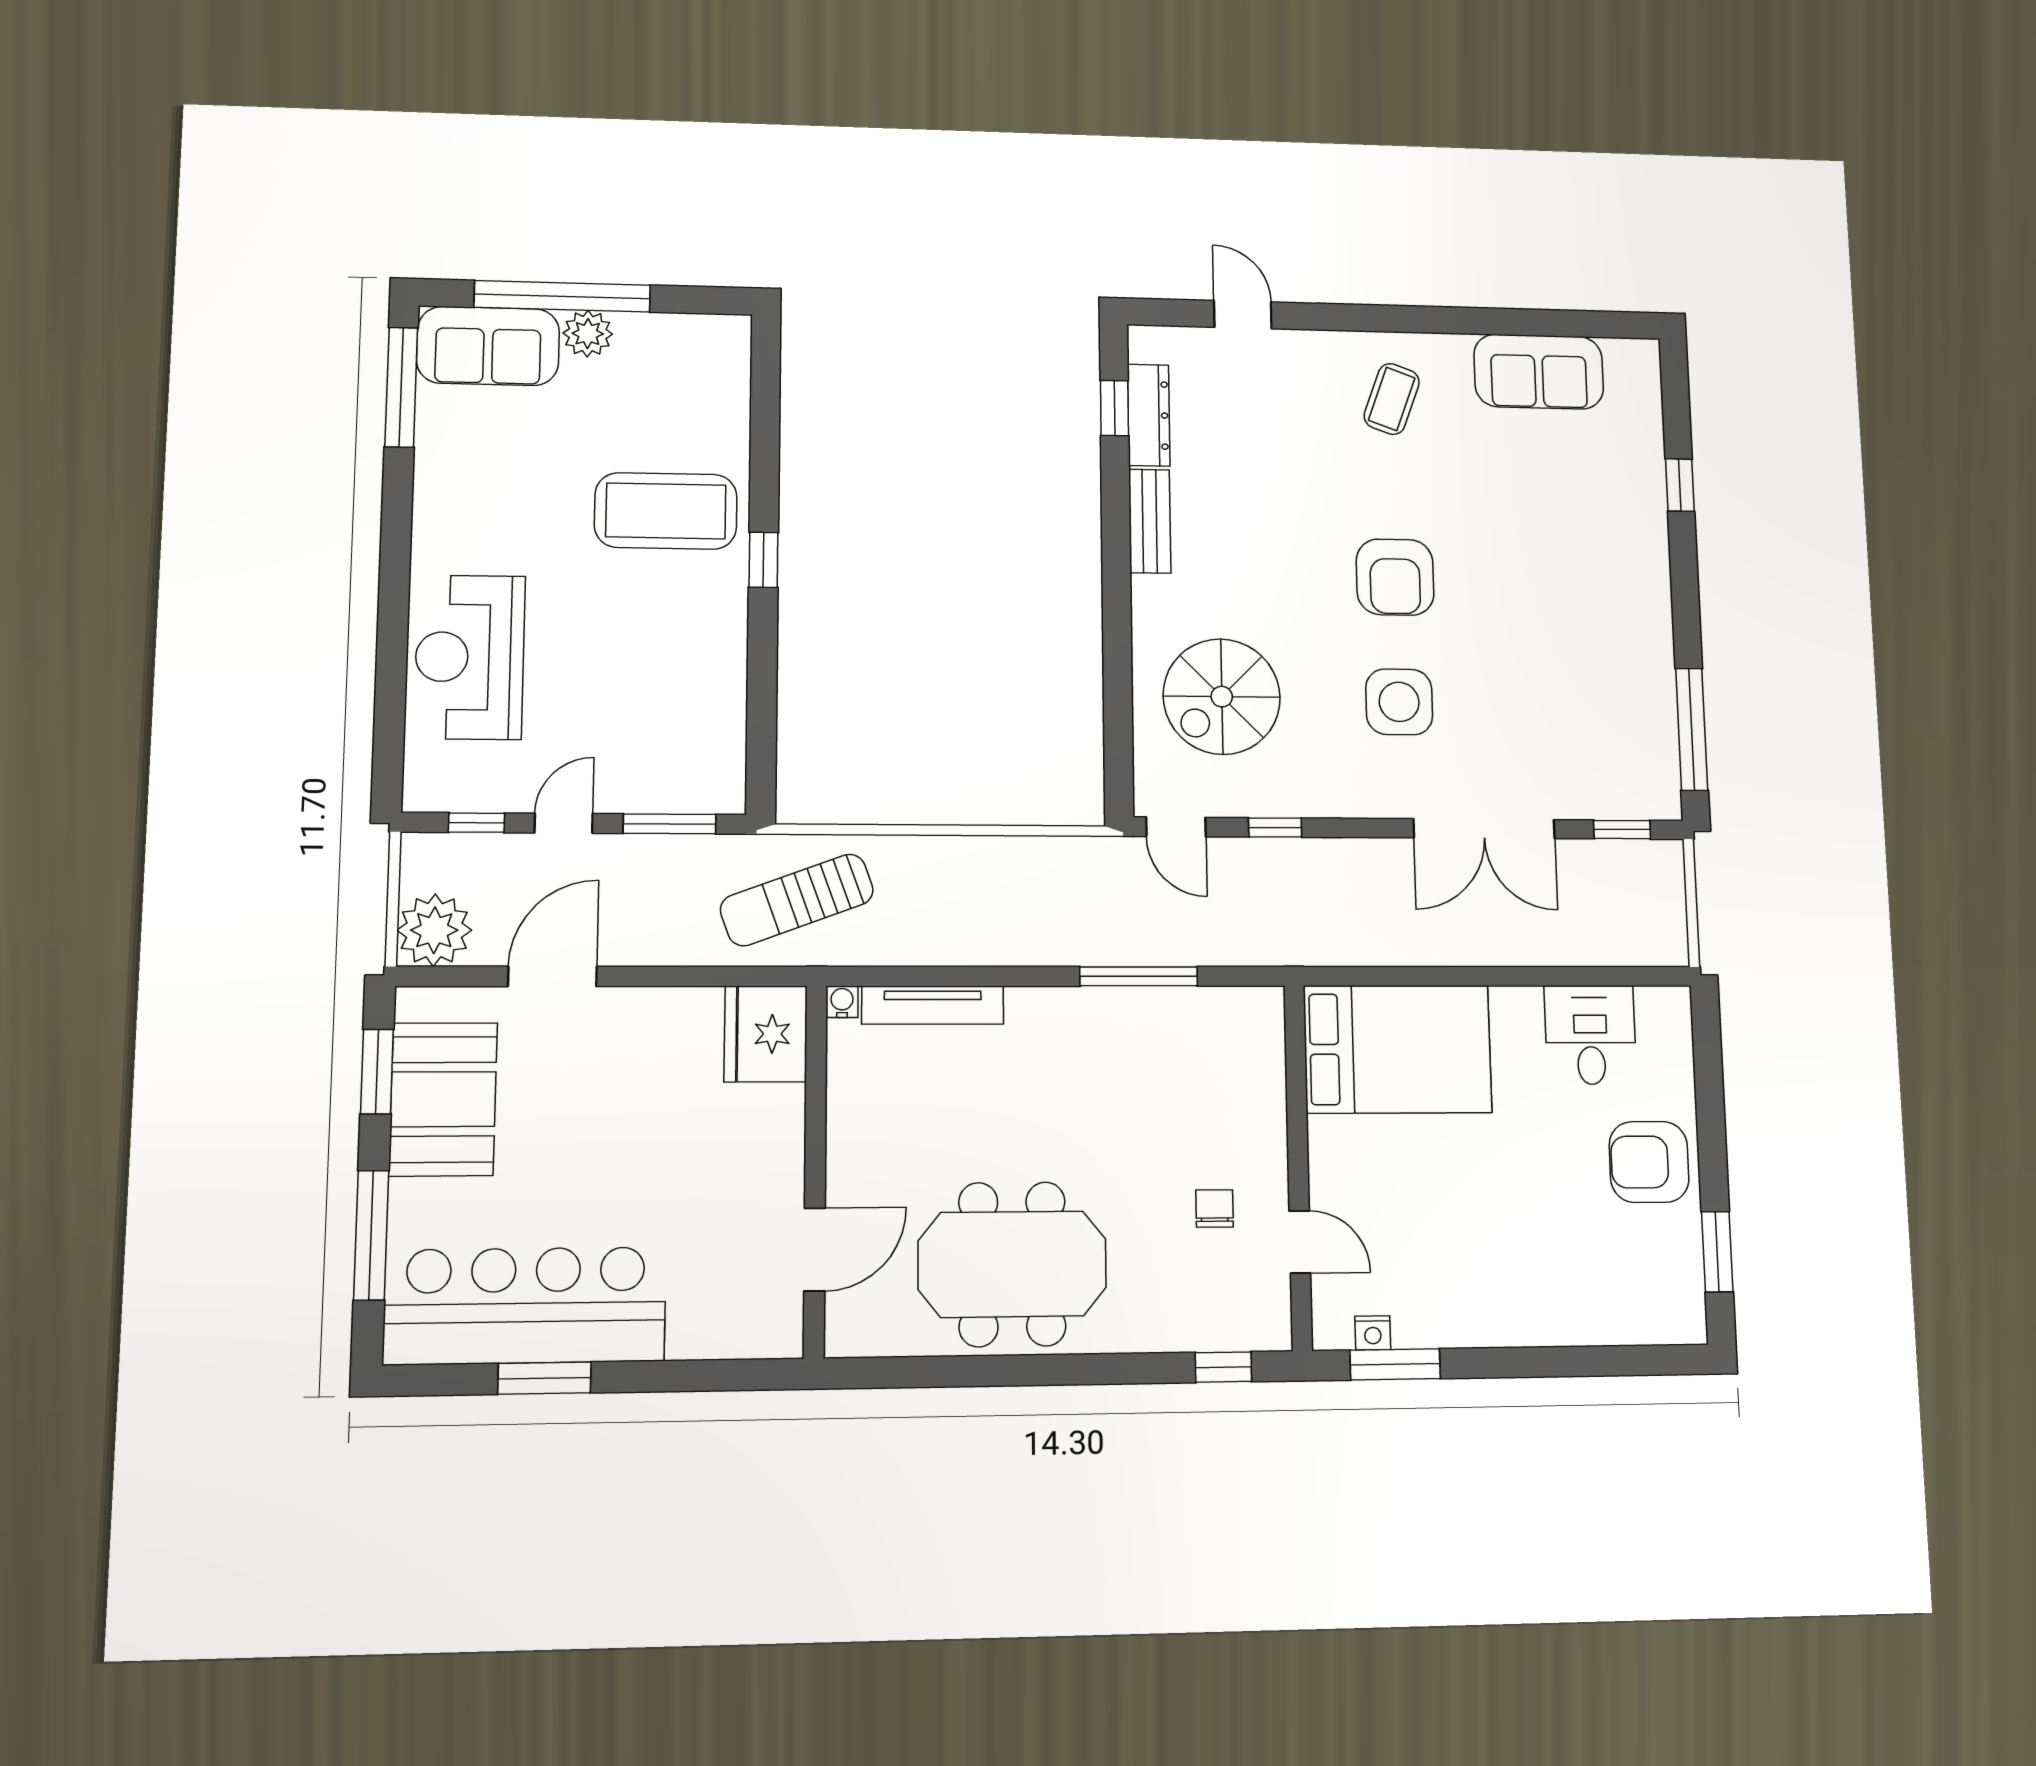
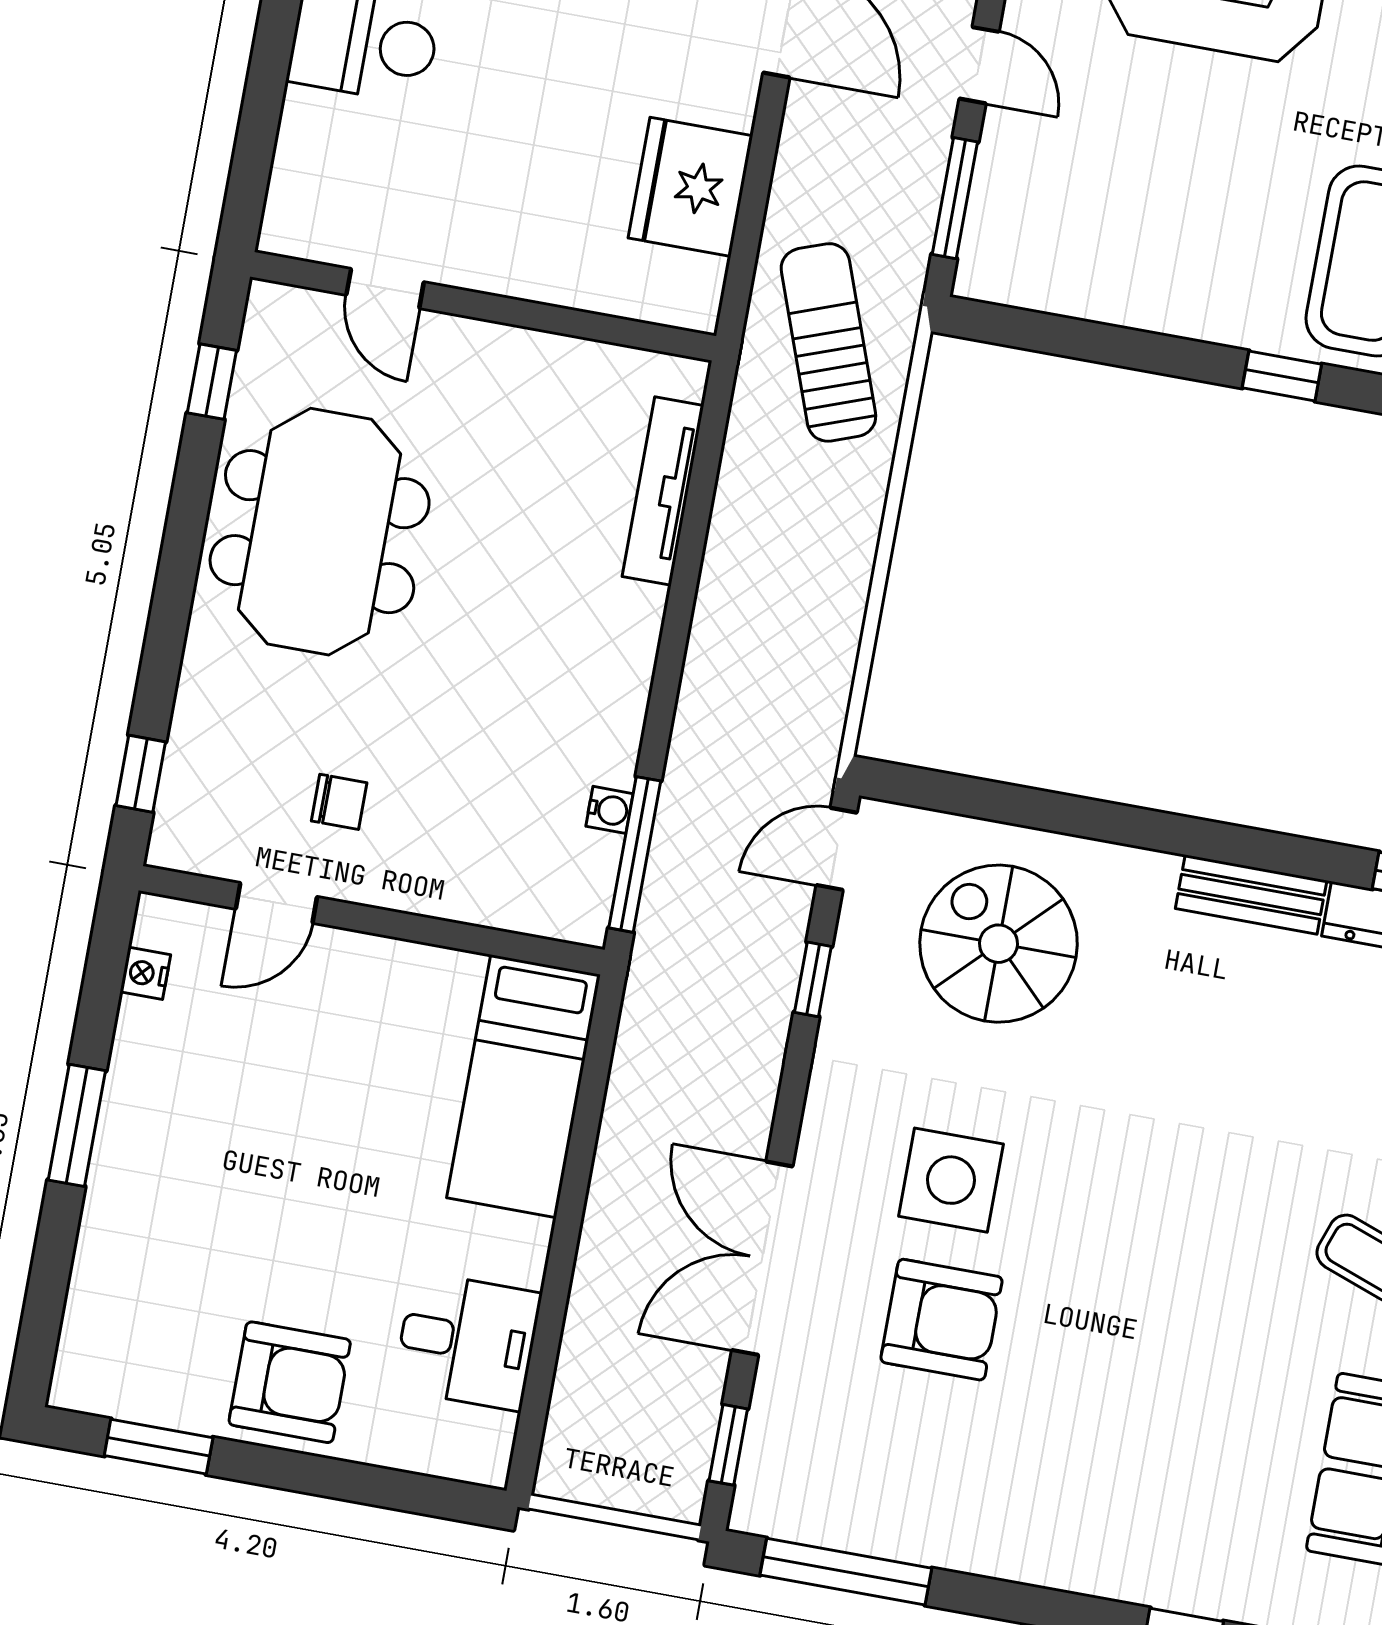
armchair: (1395, 577) -> (942, 1320), moved, turned 180
window: (1139, 976) -> (635, 854), moved
water cooler: (842, 1002) -> (609, 810), moved
fridge: (766, 1034) -> (691, 187), moved, turned -90
bed: (1398, 1049) -> (523, 1086), width x0.67
armchair: (1649, 1162) -> (290, 1382), turned 90
door: (815, 1250) -> (385, 288), width x0.73
window: (1395, 1364) -> (77, 1125), moved
window: (911, 1372) -> (212, 382), added

